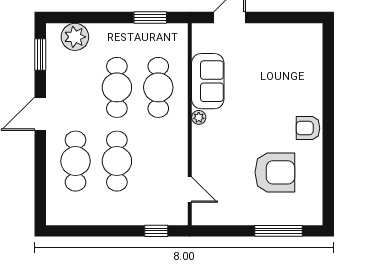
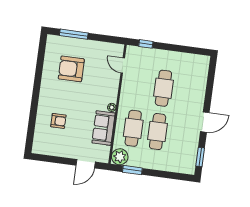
plant: (75, 37) -> (120, 157), moved
armchair: (308, 128) -> (58, 121), moved
cafe table: (76, 161) -> (188, 91), removed

